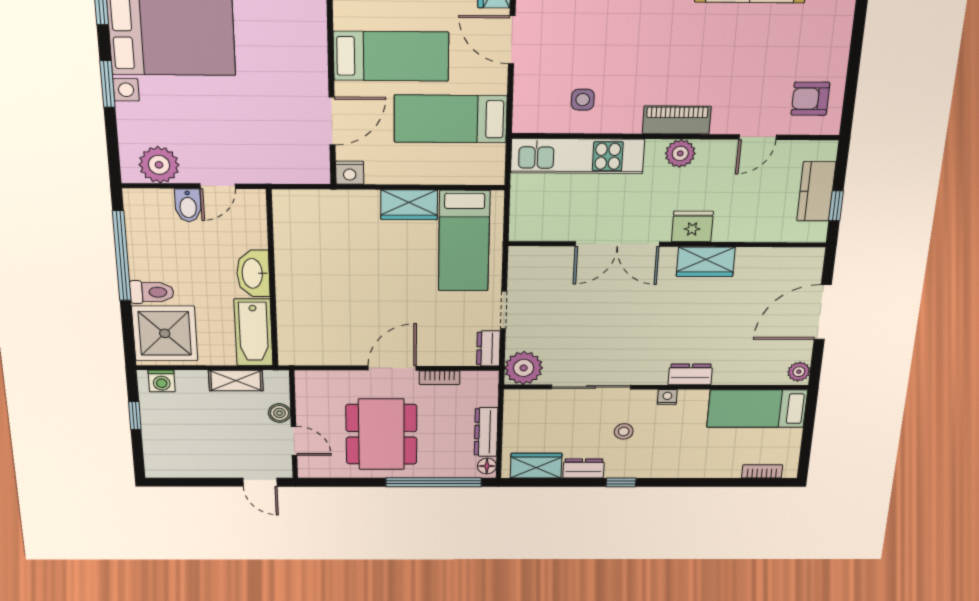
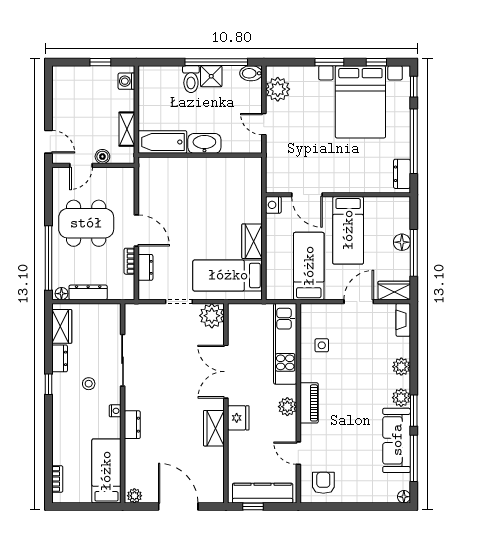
kitchen counter: (816, 191) -> (263, 493), width x1.50
bidet: (188, 205) -> (251, 73), moved
shower: (165, 333) -> (211, 76), moved, width x0.54, depth x0.54
dresser: (488, 348) -> (145, 267), moved, turned 90
plant: (524, 368) -> (212, 316), moved
door: (260, 482) -> (49, 142), swing flipped

